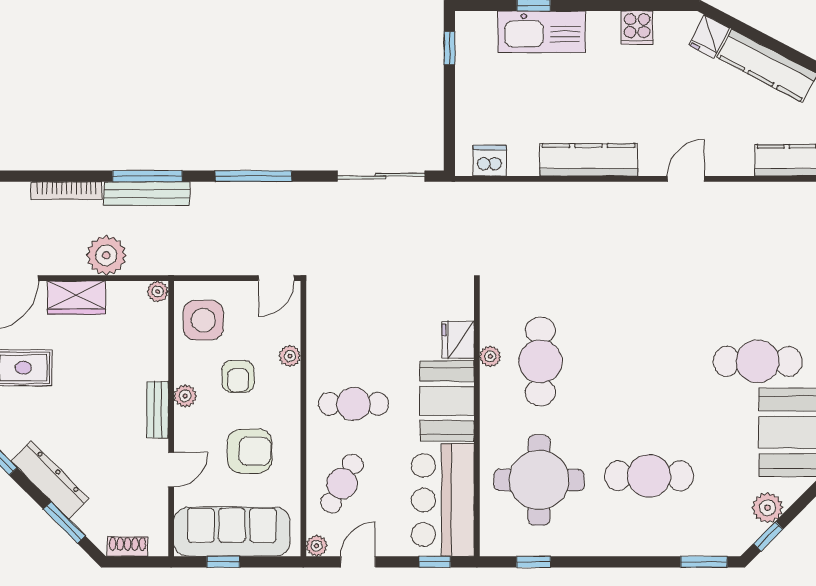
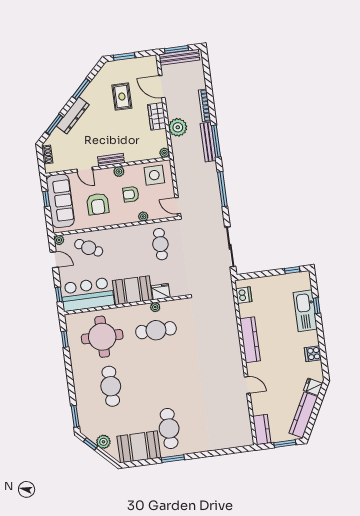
cafe table: (354, 404) -> (160, 244), moved

